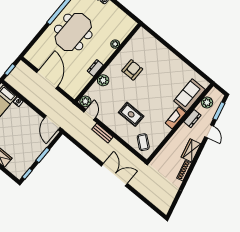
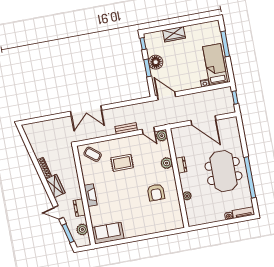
sofa: (189, 95) -> (108, 233), moved, turned -90
floor lamp: (33, 152) -> (156, 62), added

